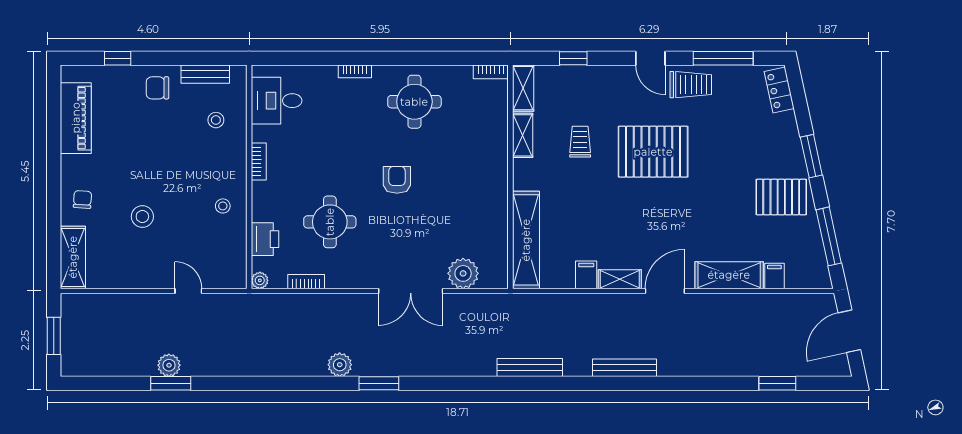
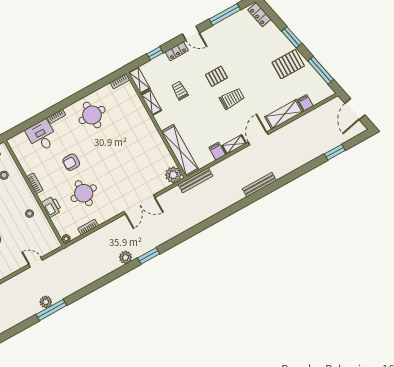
locker: (611, 75) -> (177, 51), added
trolley: (691, 85) -> (232, 99), moved
desk: (277, 101) -> (42, 136), moved, turned 90
pallet: (653, 152) -> (216, 76), width x0.49, depth x0.50
armchair: (397, 180) -> (71, 162), moved, turned -90
printer: (265, 239) -> (52, 207), moved
plant: (463, 273) -> (173, 175), moved
bench: (530, 368) -> (195, 180), moved
window: (171, 383) -> (51, 310), width x1.44

